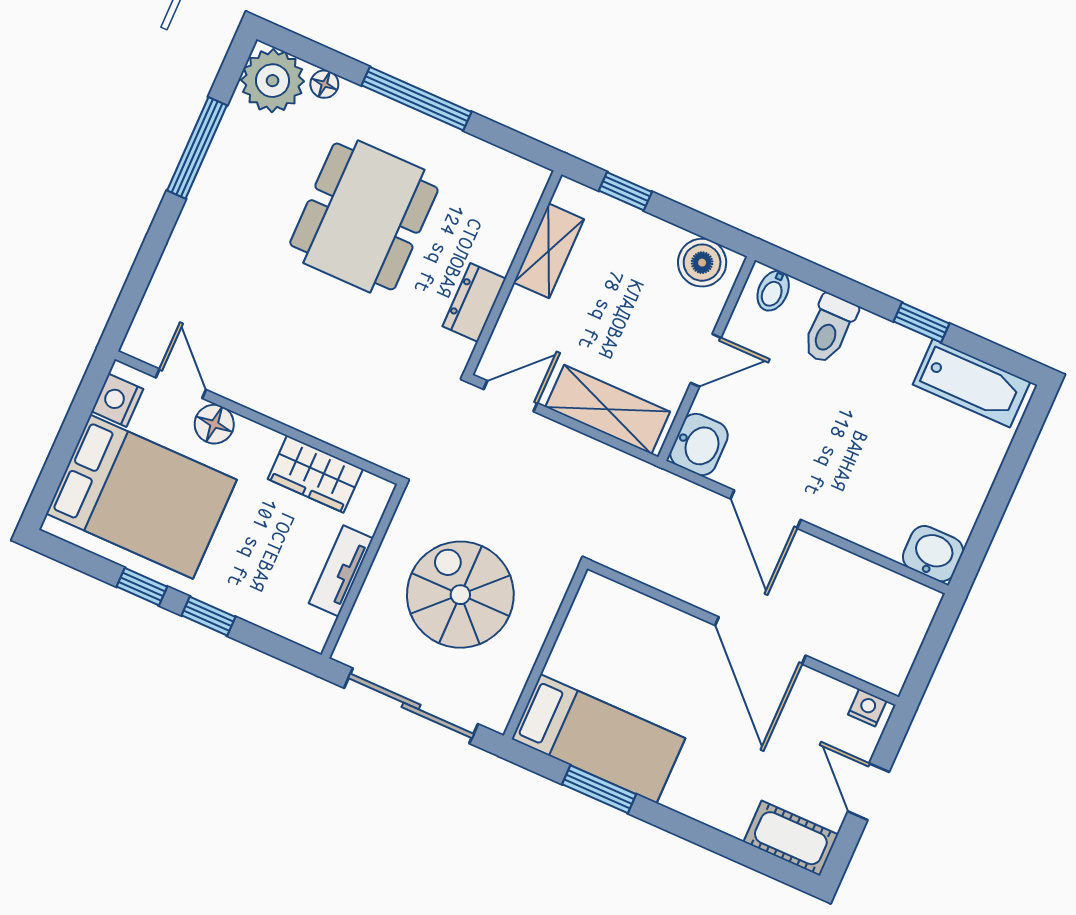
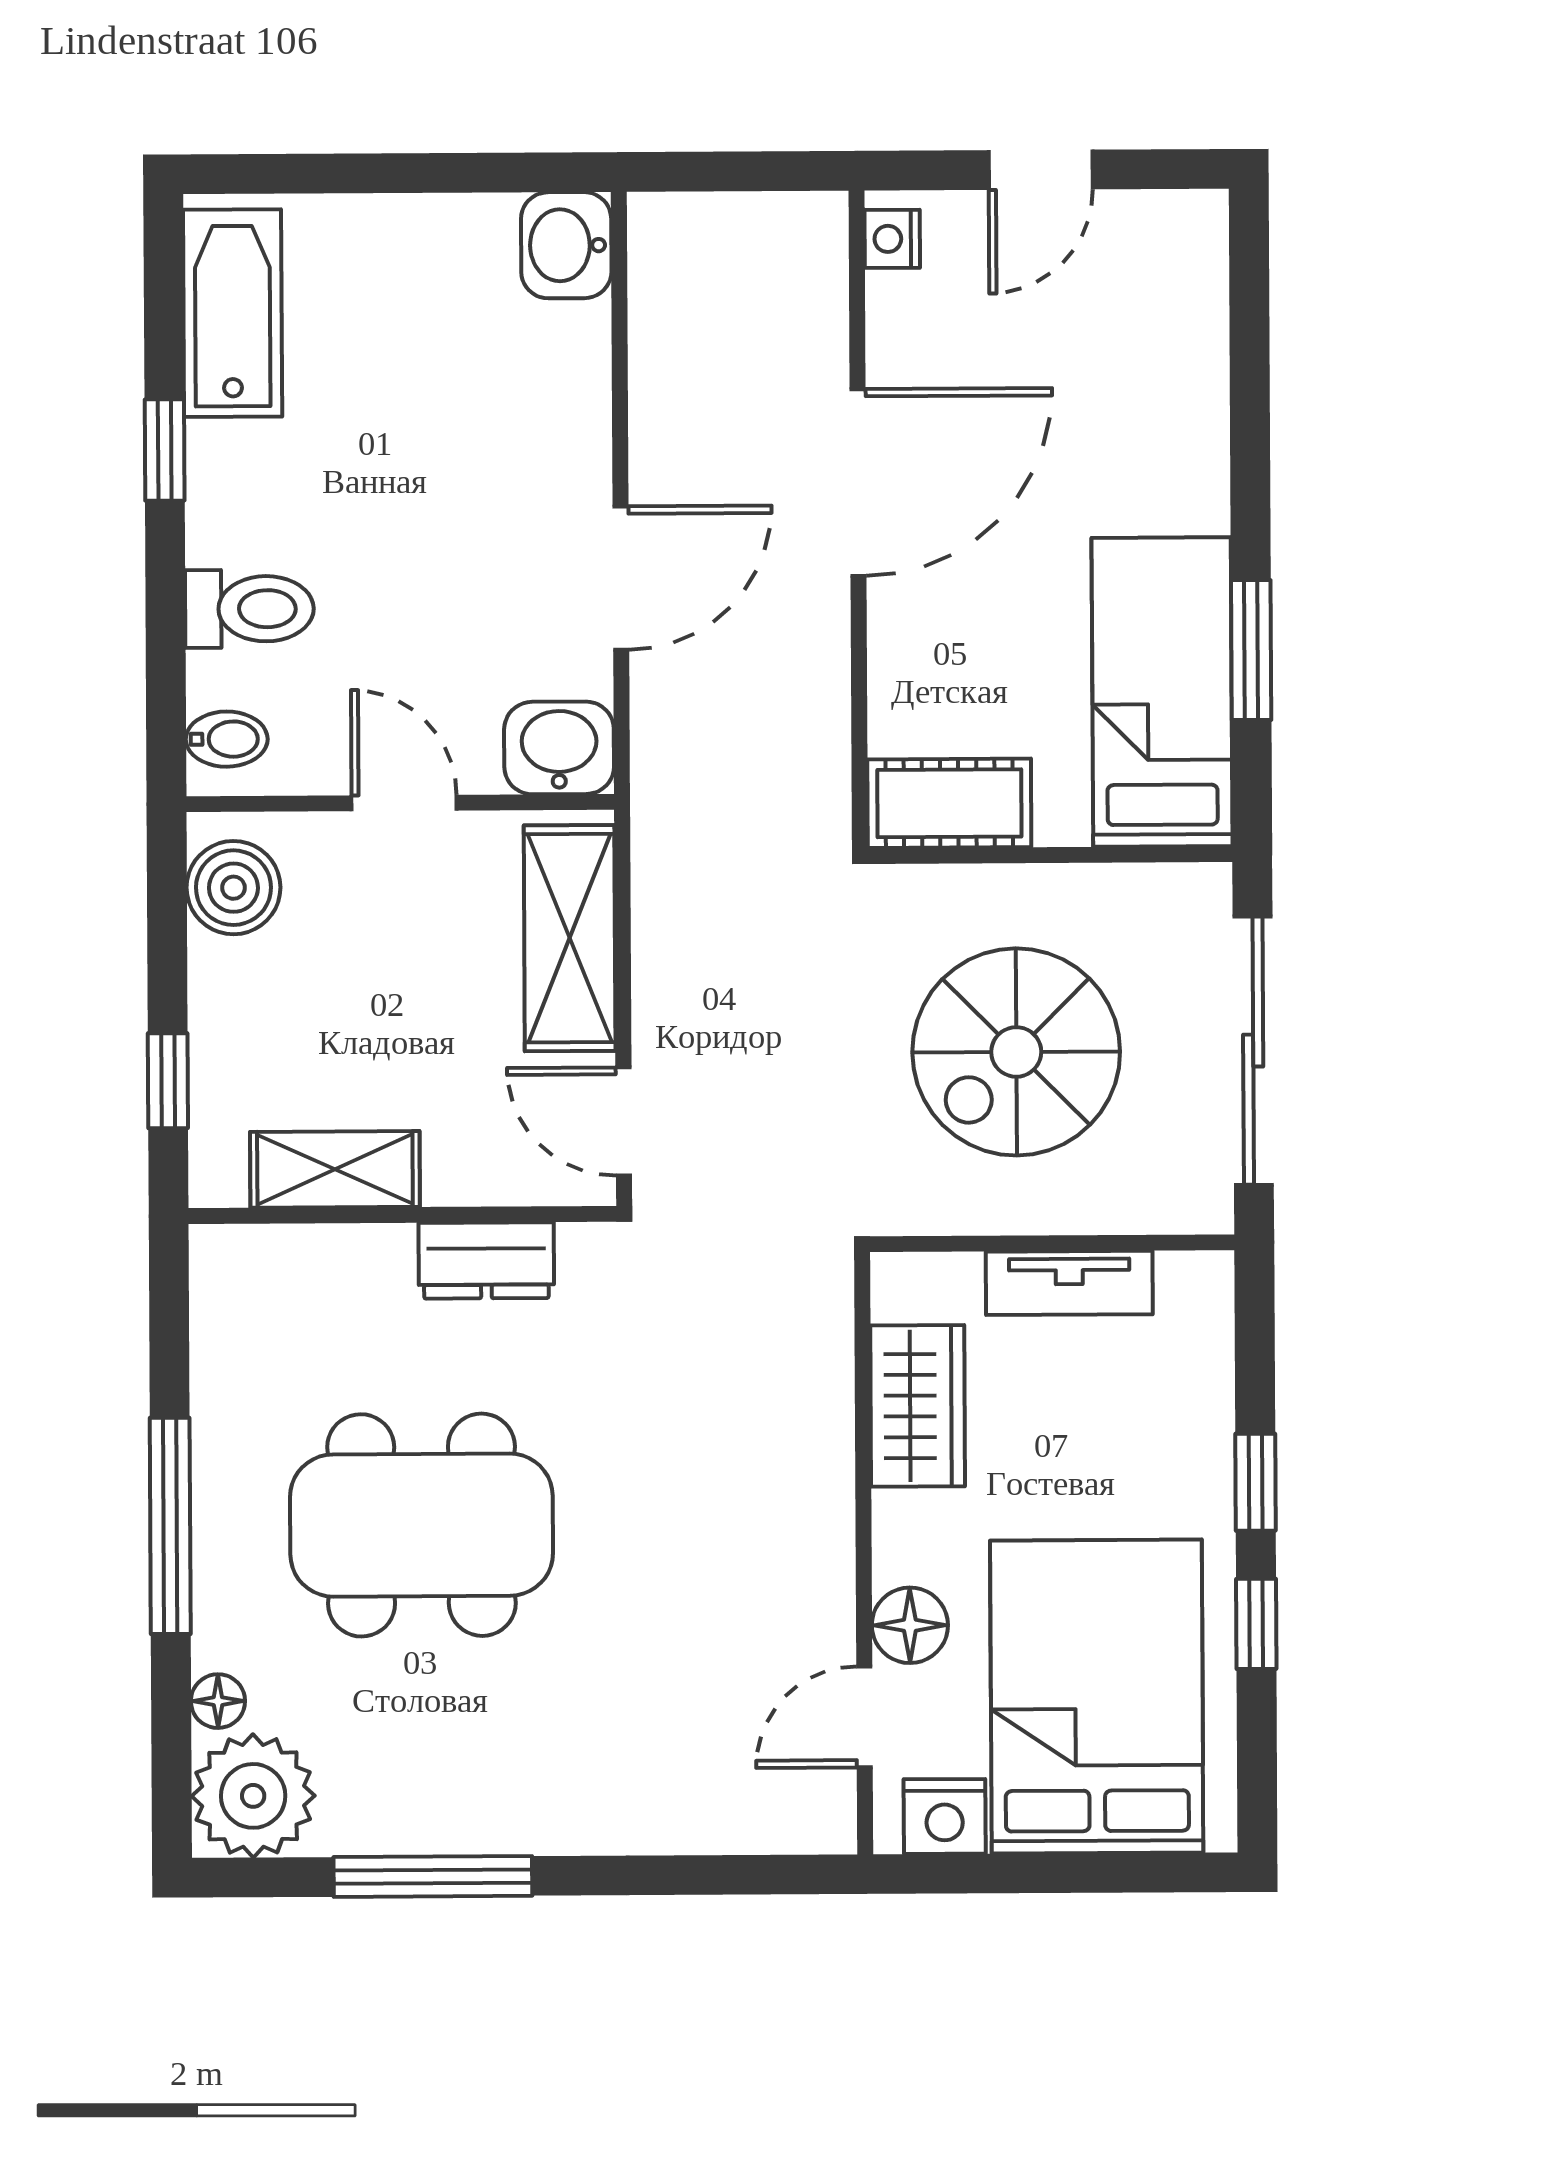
cot: (791, 838) -> (949, 803), moved, turned 90

